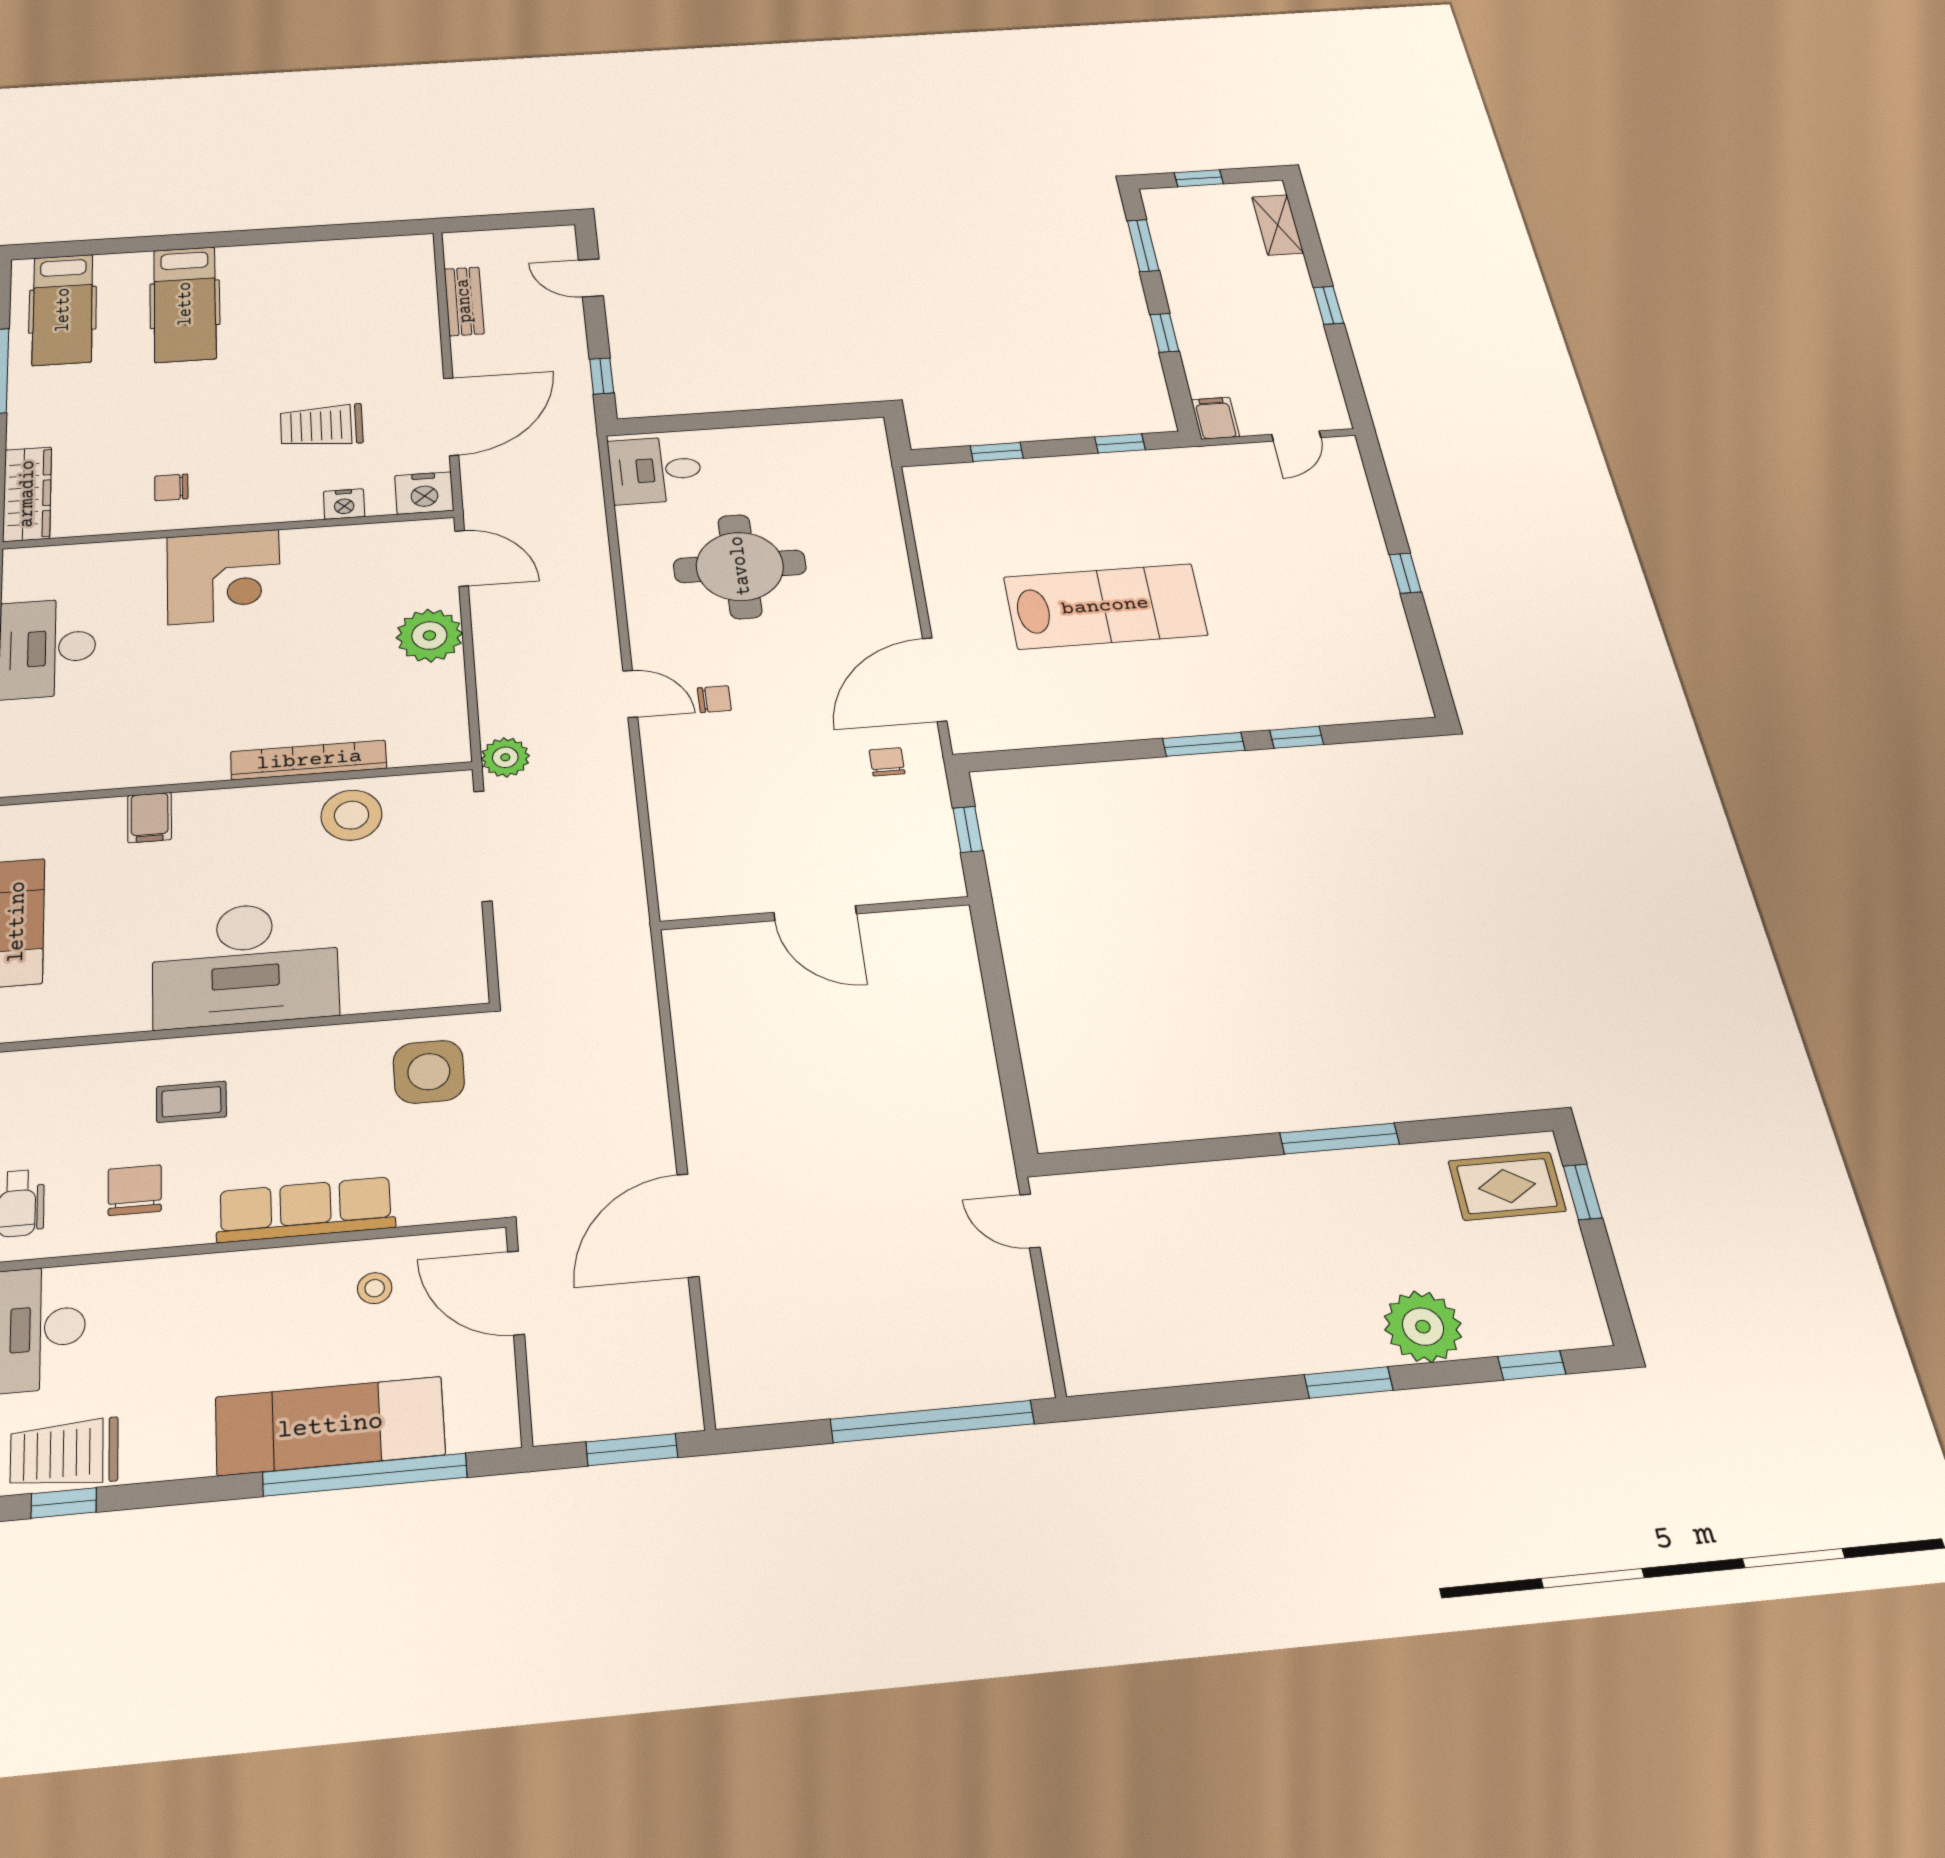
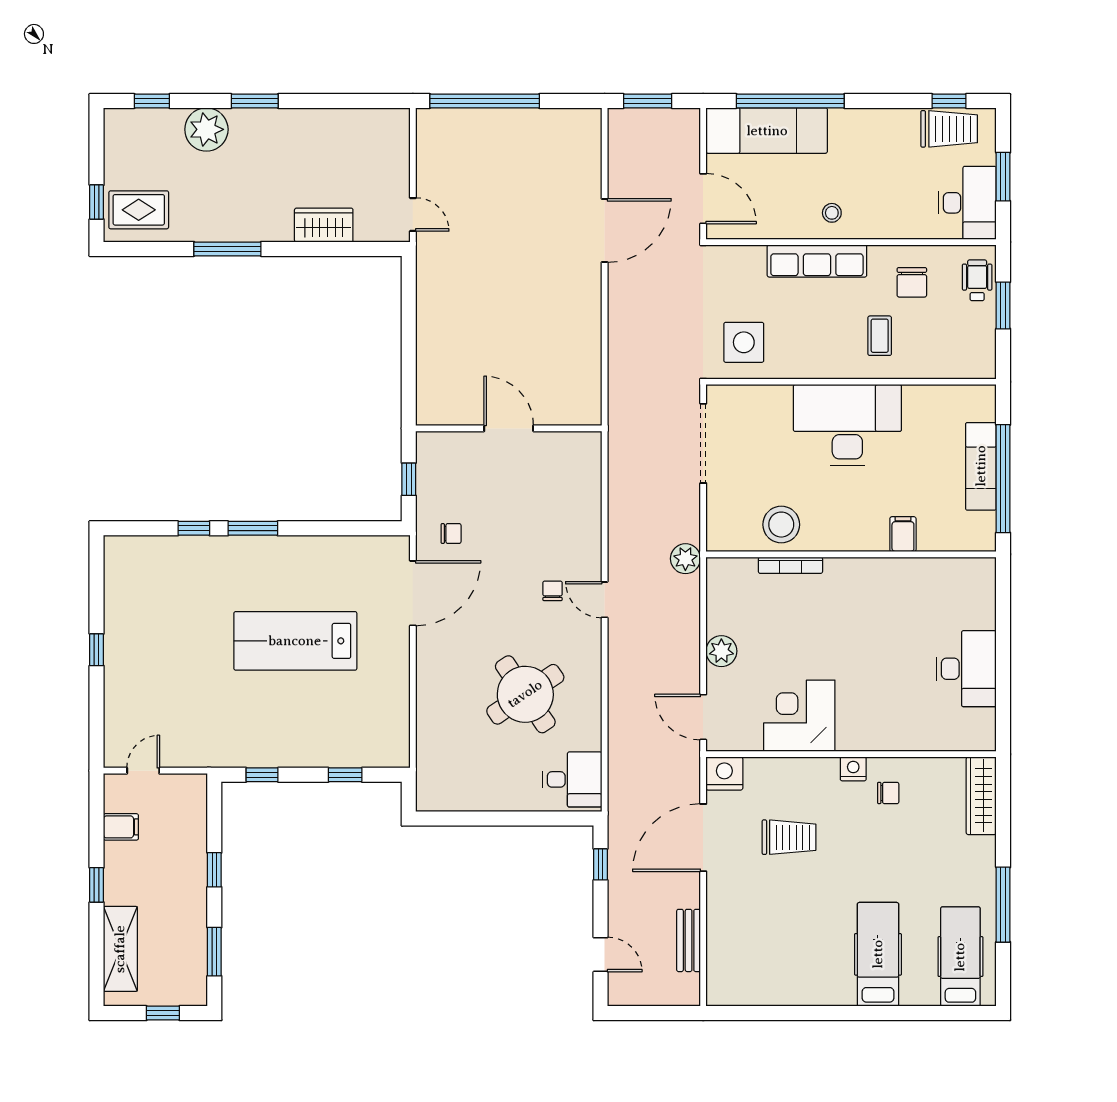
shelving: (1278, 225) -> (120, 949), width x1.50, depth x1.33
filing cabinet: (1215, 418) -> (121, 827), moved, turned -90
nightstand: (344, 504) -> (853, 769), moved
round table: (740, 566) -> (525, 694), turned -34
corner desk: (224, 577) -> (799, 716), moved
plant: (429, 636) -> (721, 651), width x0.73, depth x0.73
chair: (714, 699) -> (553, 591), turned 90
bookcase: (309, 760) -> (790, 565), width x0.68, depth x0.76
chair: (887, 762) -> (451, 534), turned -90
doorway: (483, 846) -> (703, 443), moved
coffee table: (191, 1102) -> (880, 336), turned 90
wardrobe: (1182, 1190) -> (324, 225), added
stool: (375, 1288) -> (832, 213), moved
exam couch: (330, 1426) -> (767, 131), moved

